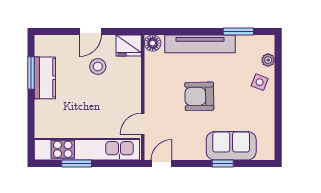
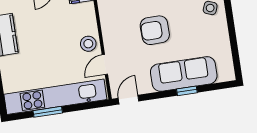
stool: (98, 67) -> (88, 44), moved
sofa: (231, 146) -> (184, 74), width x1.36

